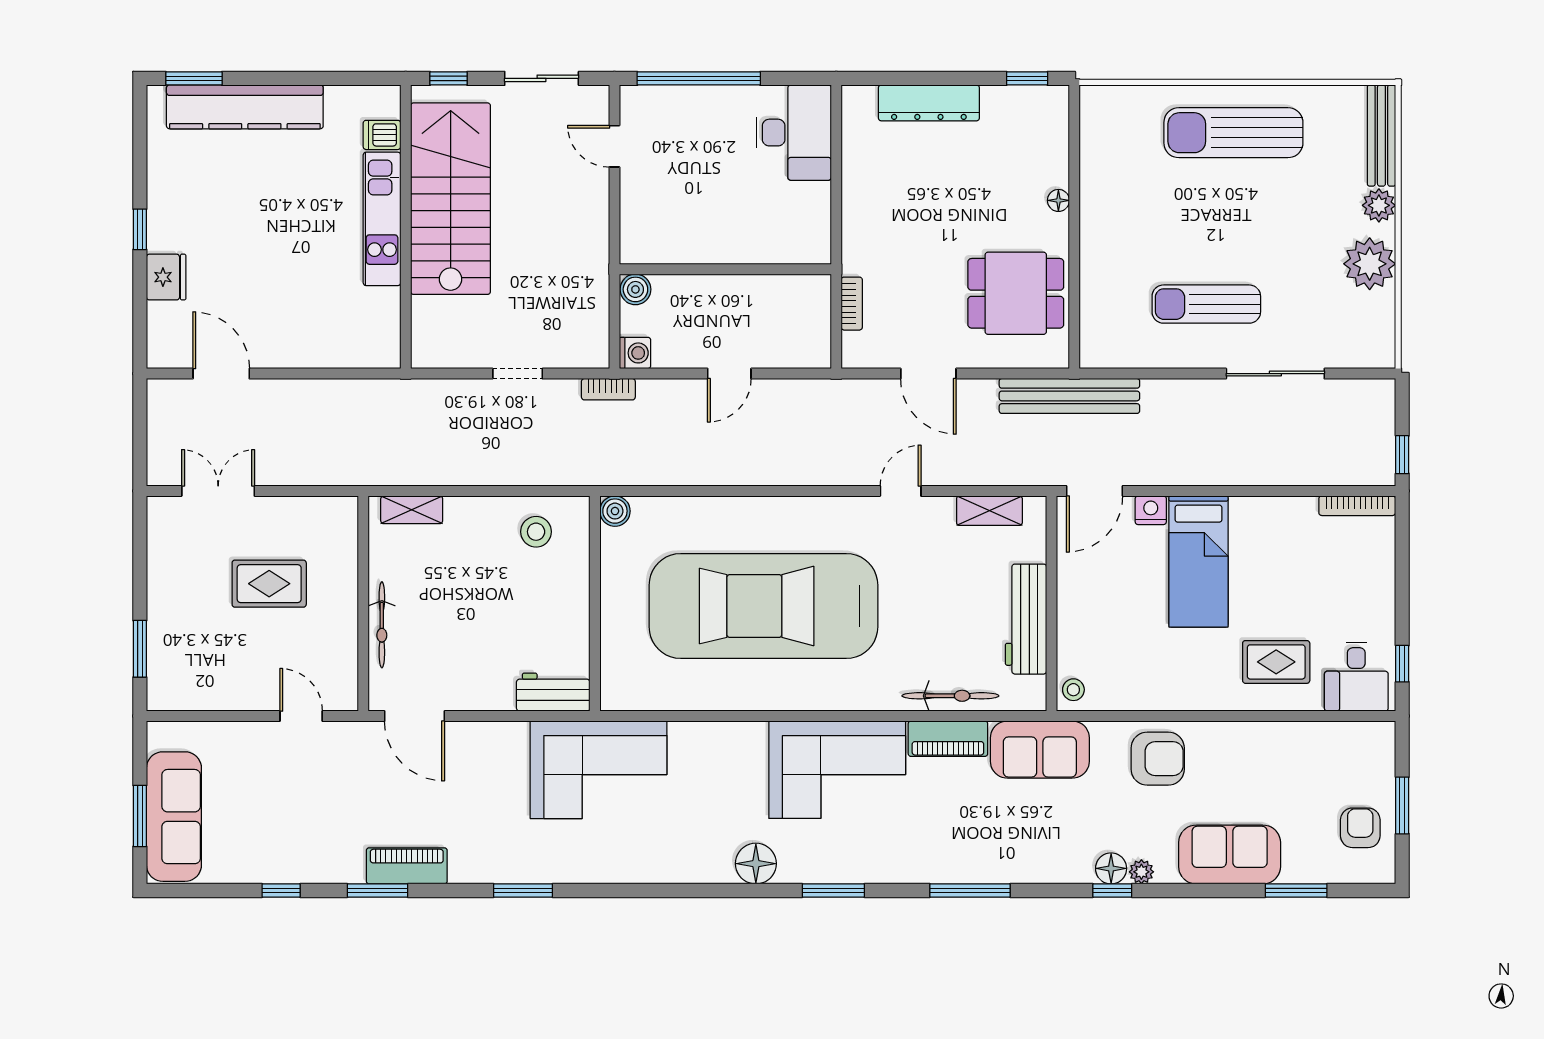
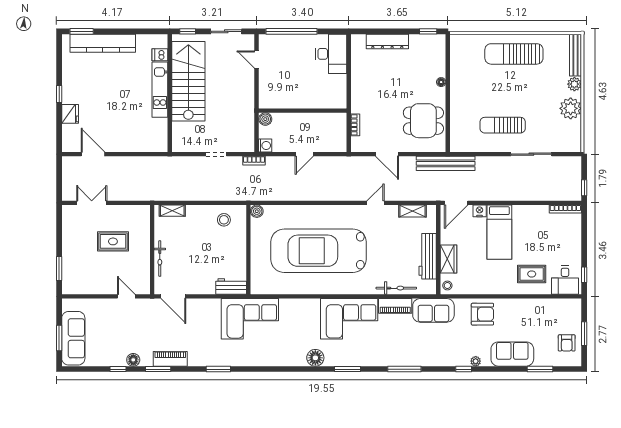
wardrobe: (1076, 626) -> (449, 259), added
armchair: (1360, 828) -> (567, 343), turned 180
floor lamp: (1111, 868) -> (133, 360), moved

